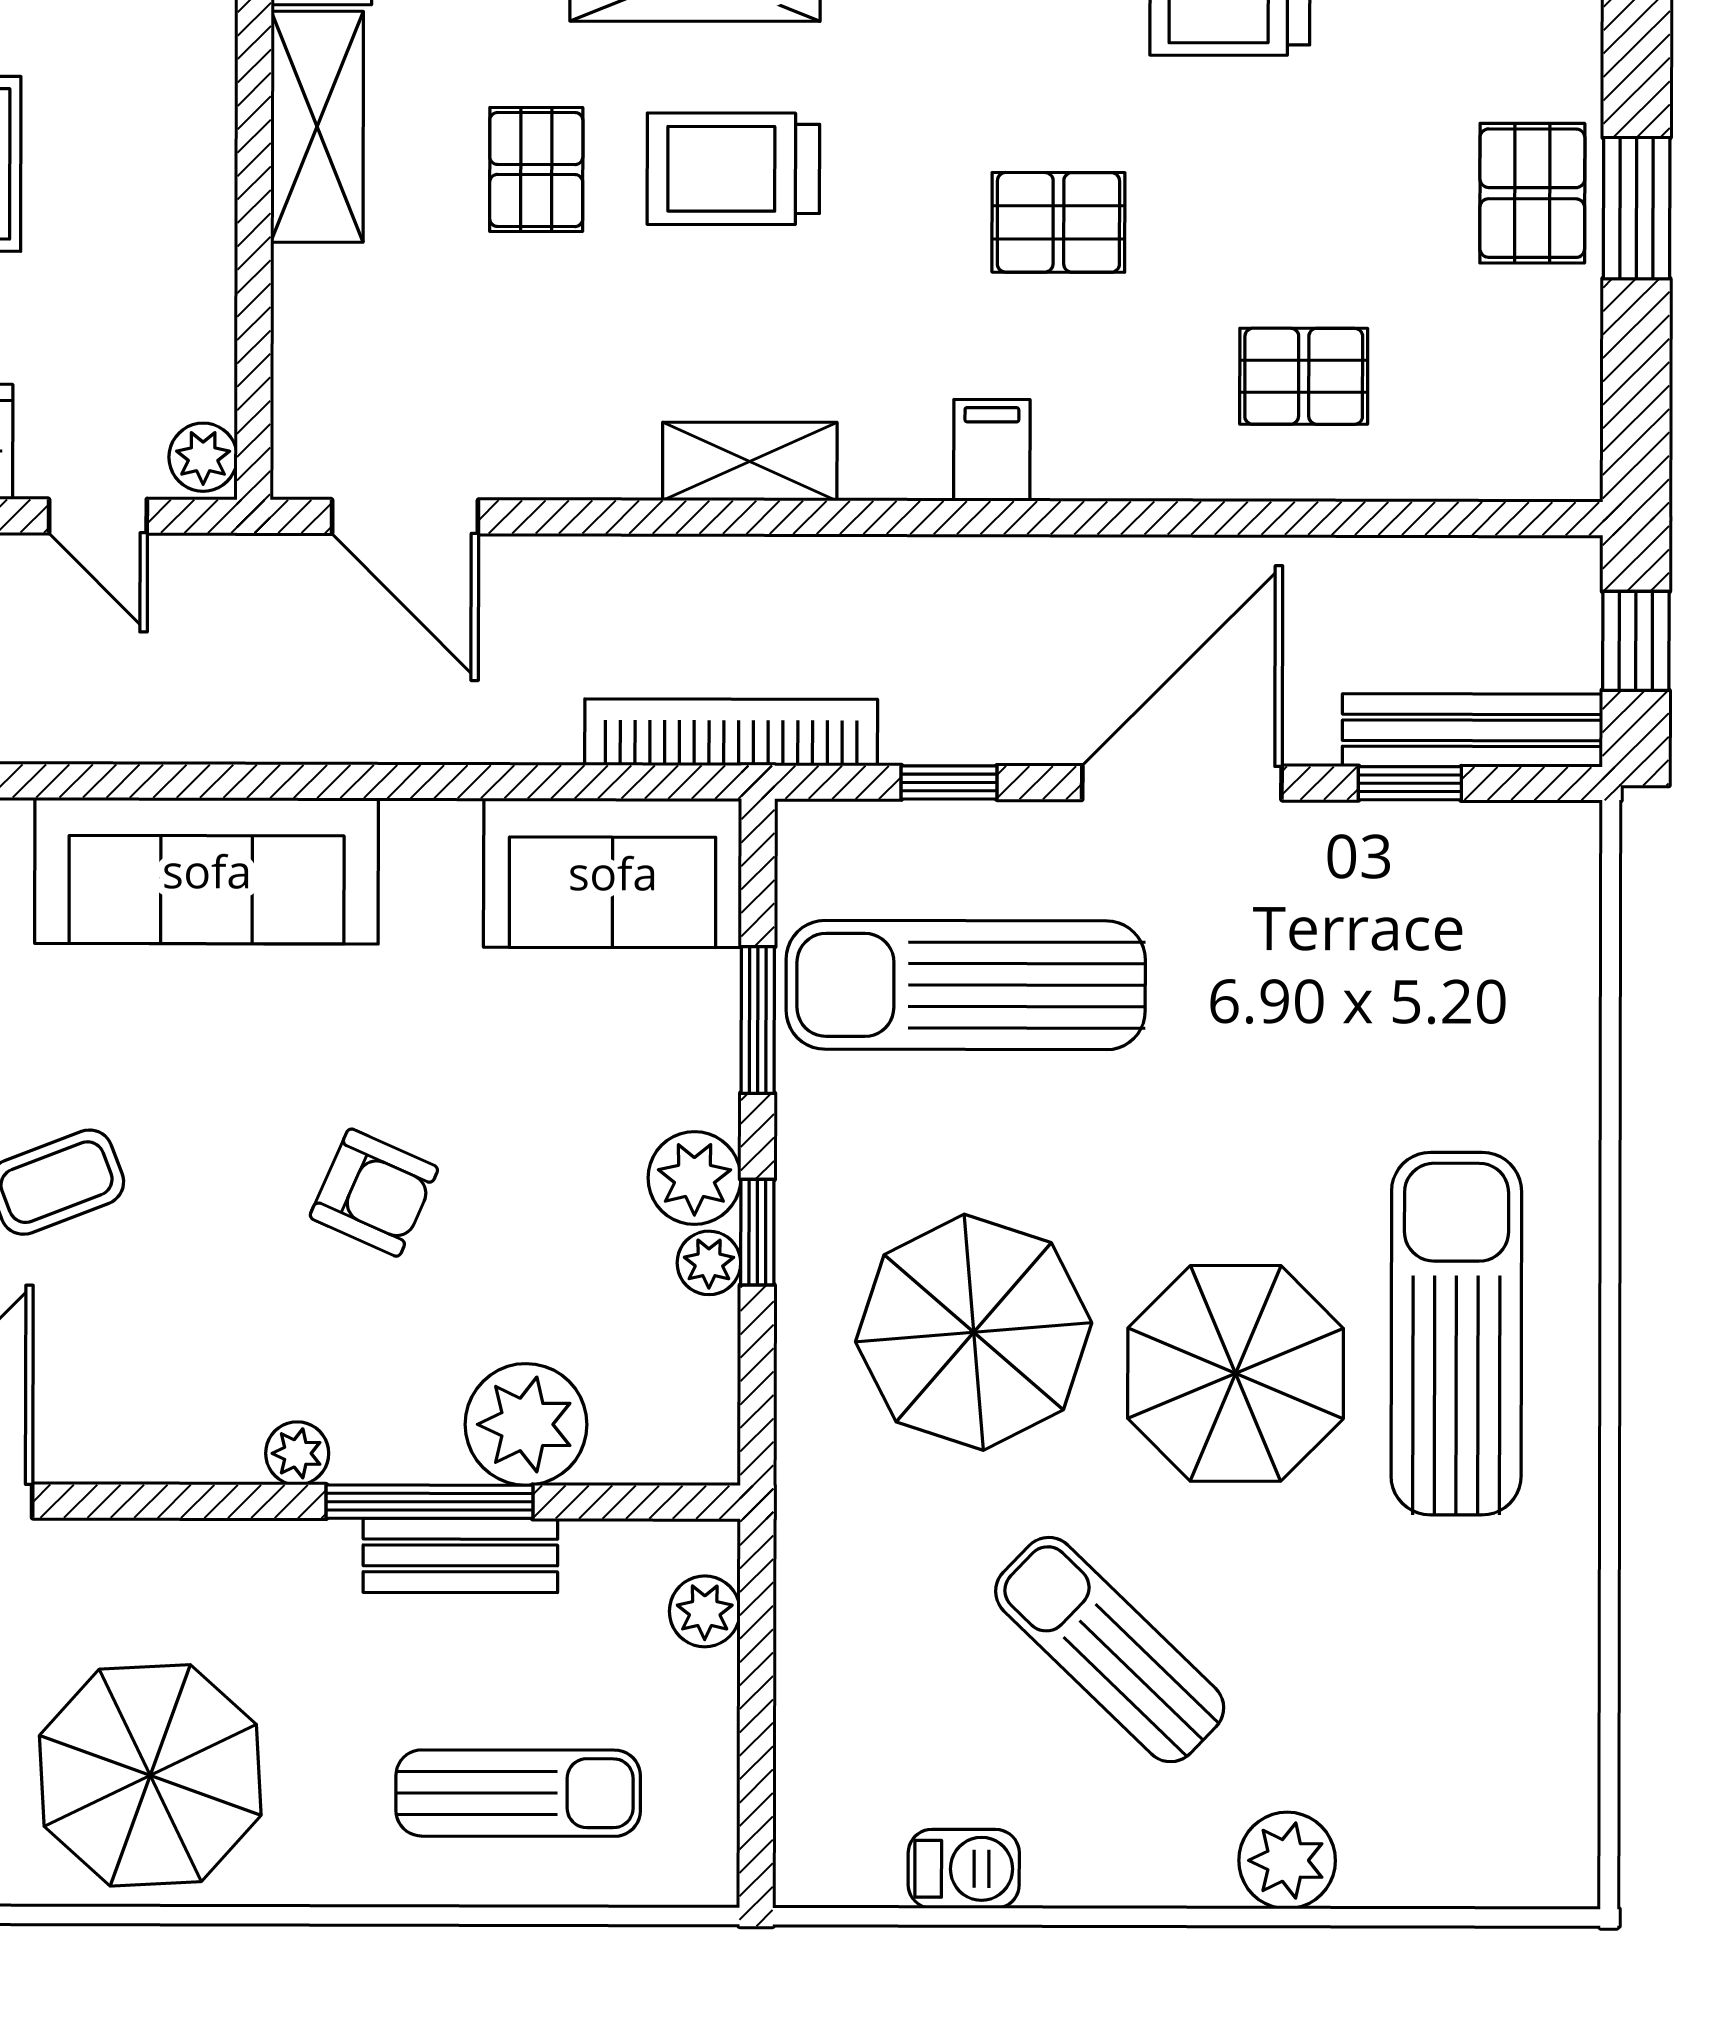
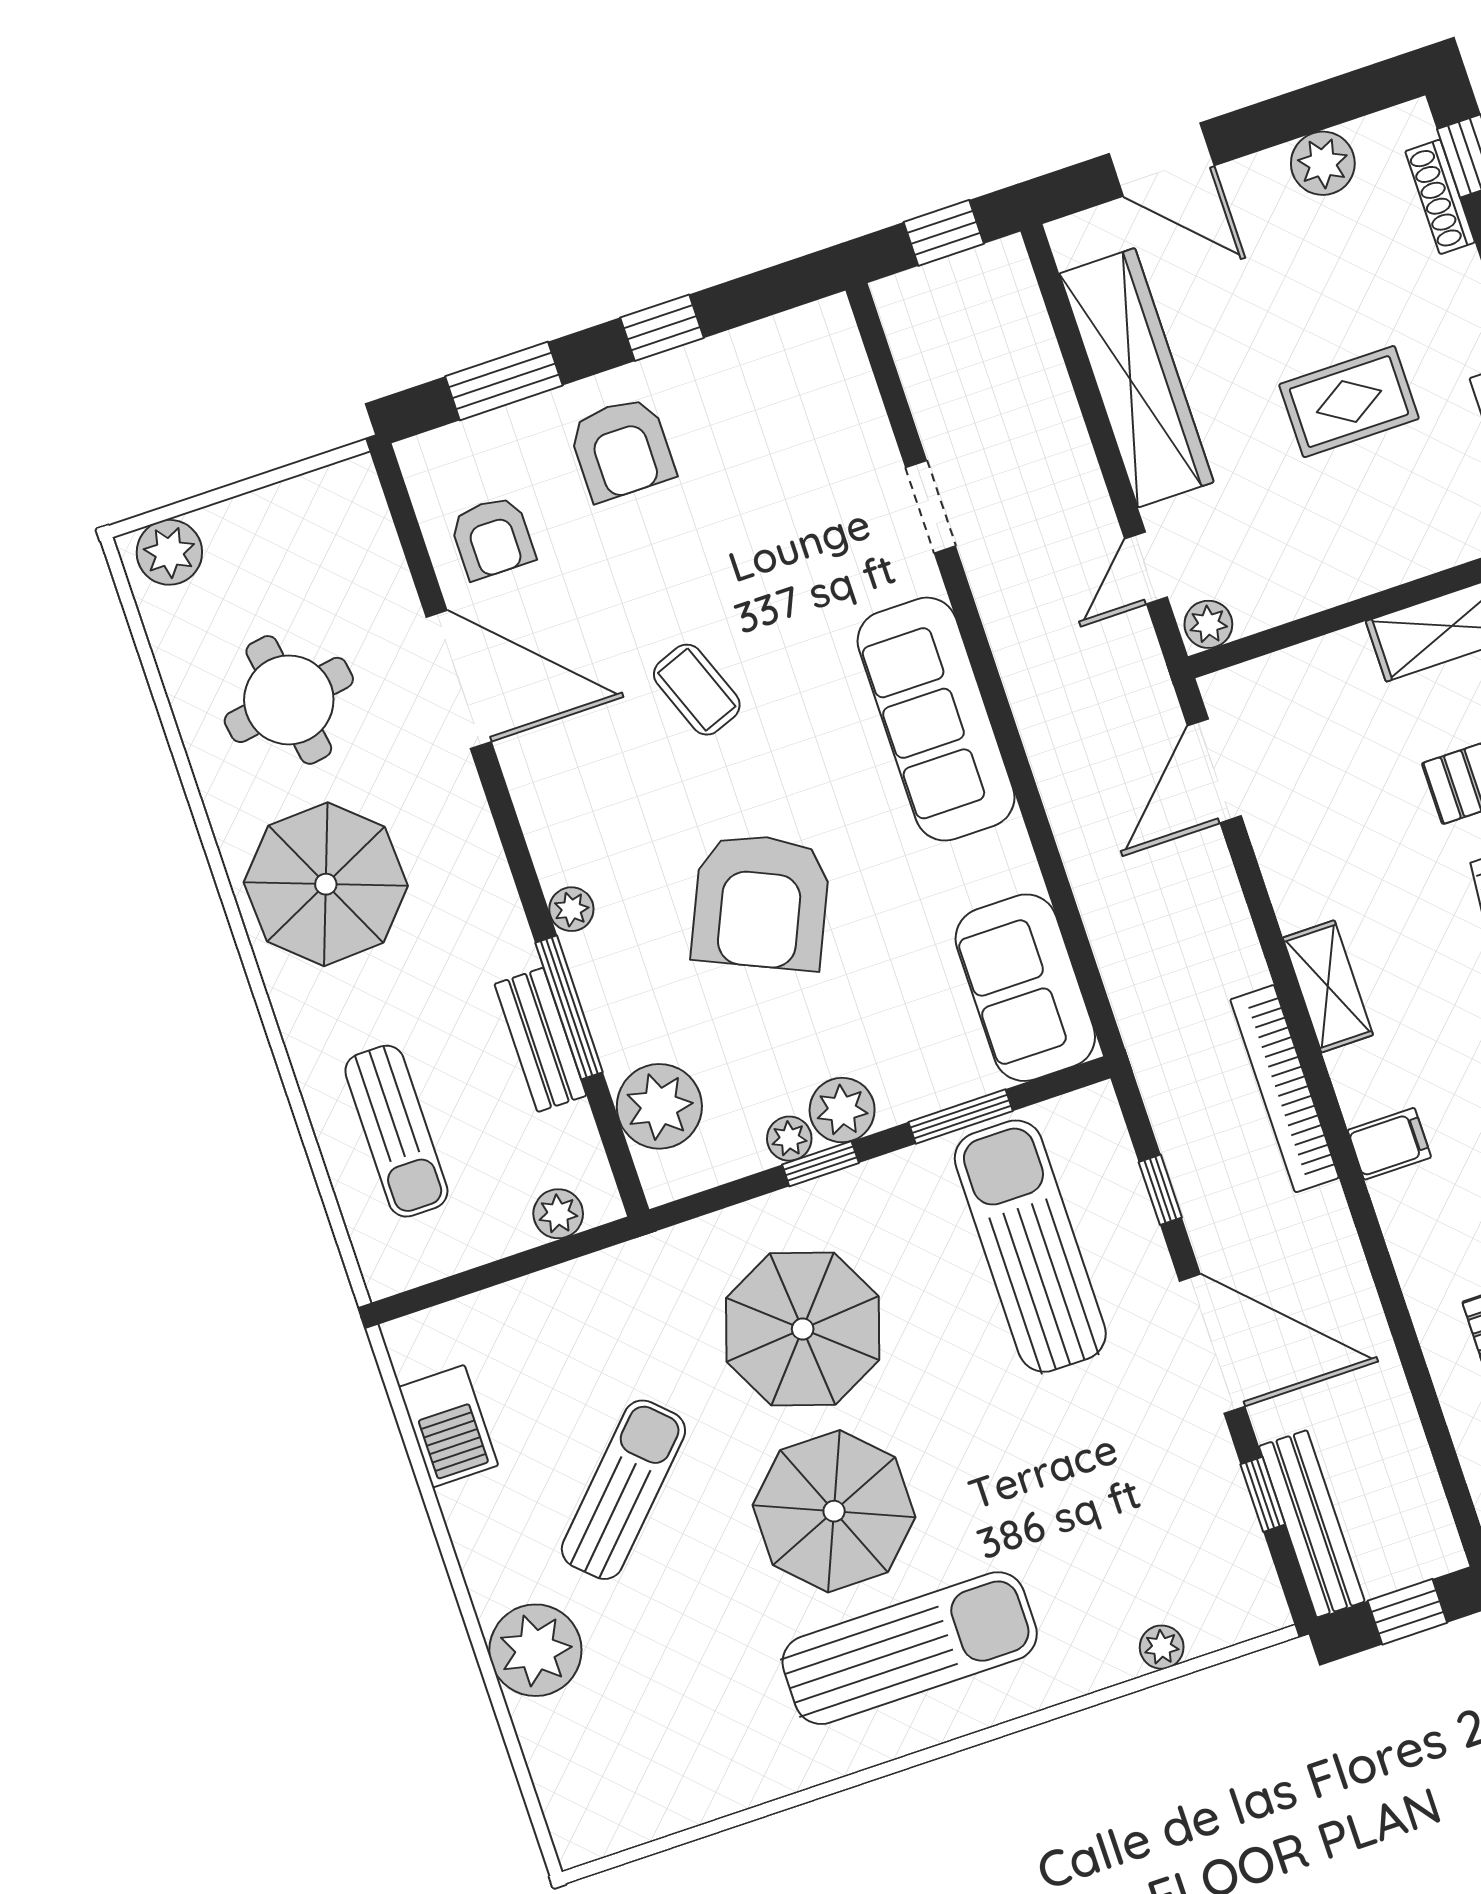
bookcase: (731, 732) -> (1285, 1089), moved, turned 180
plant: (1571, 991) -> (1162, 1647), added
armchair: (374, 1193) -> (761, 902), width x1.88, depth x1.88
plant: (526, 1424) -> (659, 1106), moved
plant: (1287, 1860) -> (535, 1650), width x1.36, depth x1.36
barbecue: (964, 1869) -> (448, 1426), width x1.38, depth x1.27

